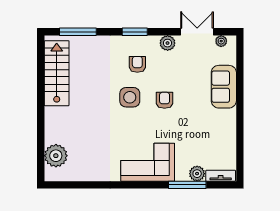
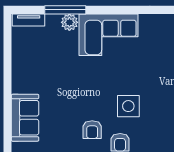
armchair: (165, 100) -> (92, 130), moved
plant: (197, 174) -> (69, 22), moved

